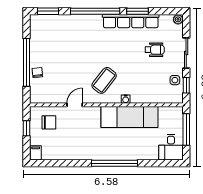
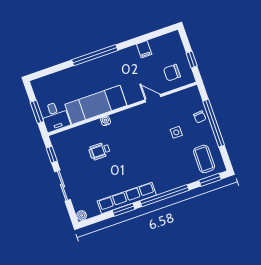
wheelchair: (155, 50) -> (99, 151), moved
coffee table: (104, 80) -> (204, 159), moved, turned -38
side table: (175, 80) -> (176, 132), moved
door: (75, 105) -> (153, 98), swing flipped
window: (186, 129) -> (37, 112), width x0.69
desk: (171, 147) -> (55, 116), moved, turned 180
filing cabinet: (36, 153) -> (144, 49), moved

